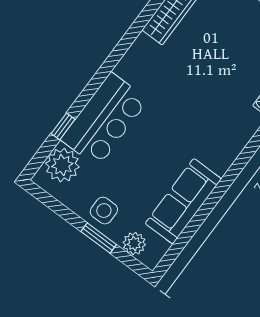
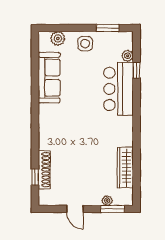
plant: (62, 165) -> (128, 56), width x0.53, depth x0.53
window: (99, 238) -> (108, 28), moved

